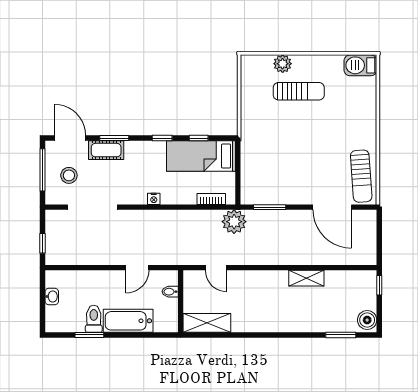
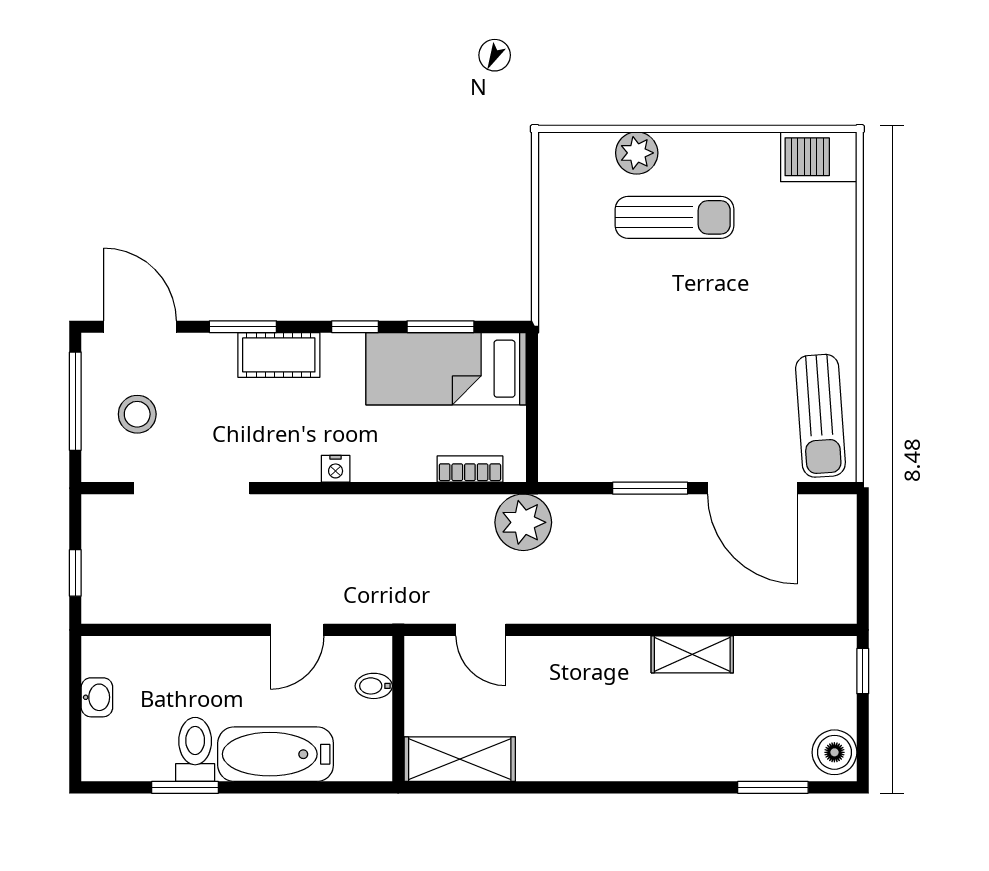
window: (199, 138) -> (440, 327), width x1.50
cot: (106, 150) -> (279, 355), moved
window: (270, 207) -> (650, 488), moved

